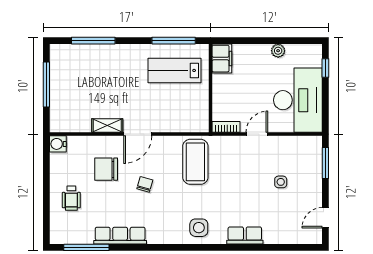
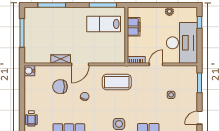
filing cabinet: (222, 59) -> (134, 27), moved
coffee table: (195, 162) -> (117, 82), turned 90
wheelchair: (71, 198) -> (31, 118), moved

